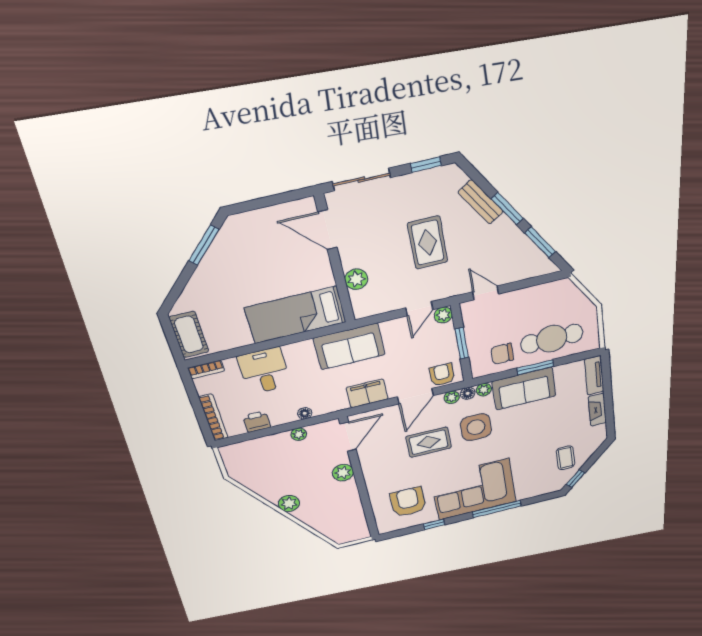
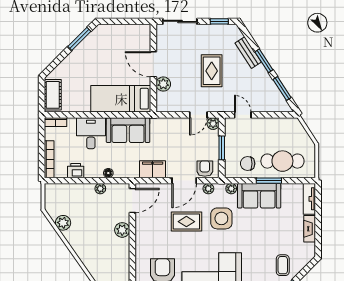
door: (328, 230) -> (153, 64), moved
sofa: (349, 346) -> (128, 130), moved
floor lamp: (468, 393) -> (220, 188), removed
plant: (289, 503) -> (63, 223), moved

